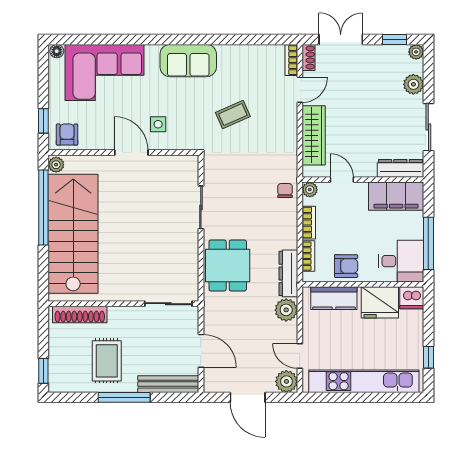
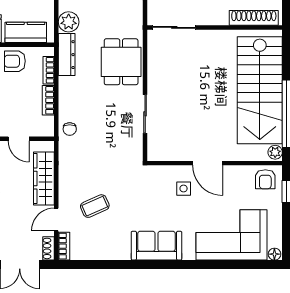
coffee table: (233, 115) -> (95, 206), moved
plant: (310, 190) -> (47, 130), removed

